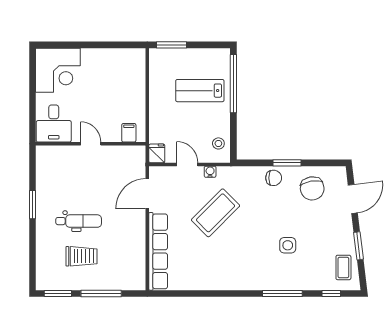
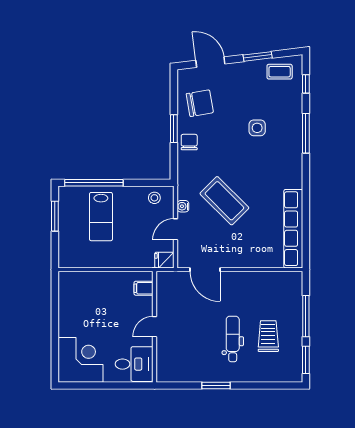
window: (172, 45) -> (55, 216), moved
row of seats: (158, 251) -> (293, 229), moved, turned -90

